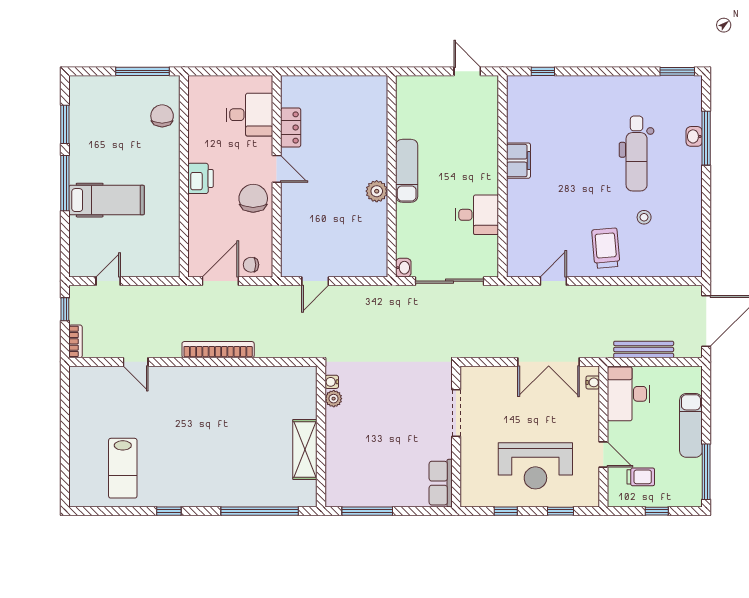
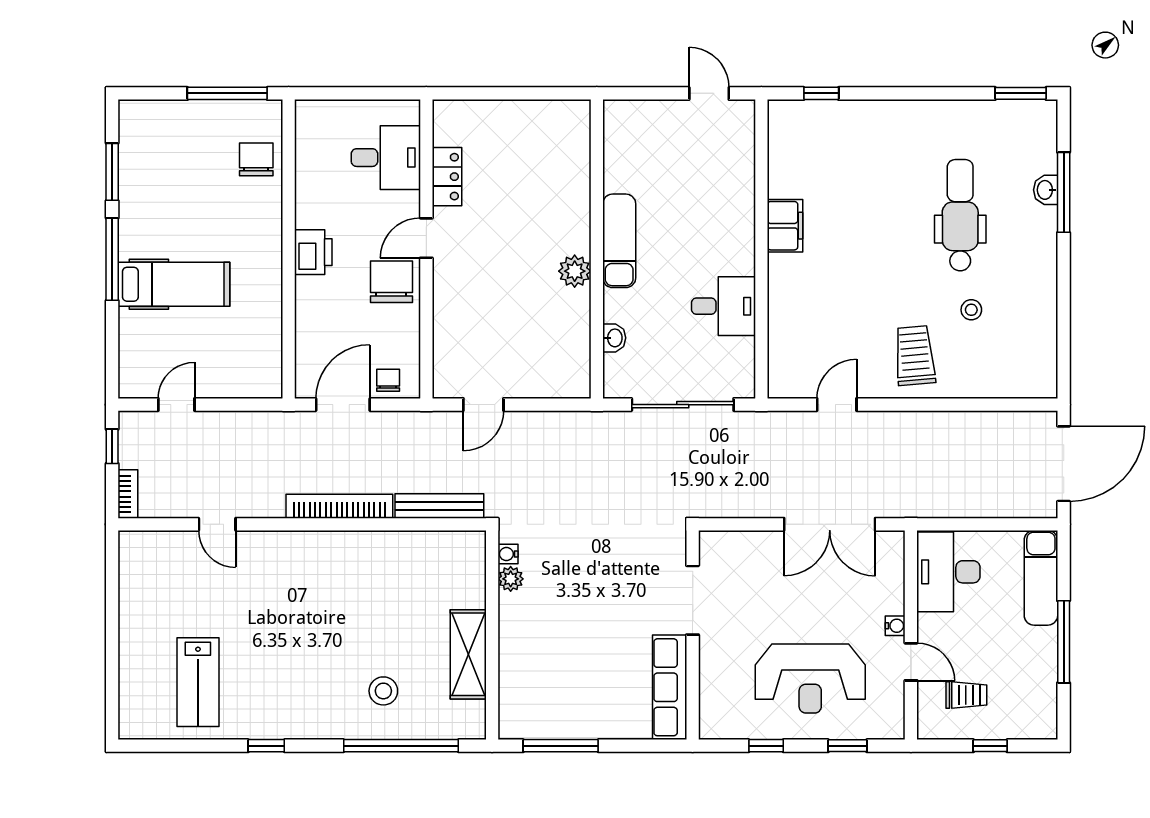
dental chair: (637, 154) -> (960, 215), turned 180
door: (277, 169) -> (426, 238), swing flipped
chair: (251, 265) -> (388, 380), turned 90
washbasin: (403, 268) -> (614, 338), moved
bench: (644, 349) -> (439, 506), moved
water cooler: (593, 382) -> (895, 626), moved
exam couch: (691, 425) -> (1041, 578), moved
window: (706, 472) -> (1064, 642), moved
stool: (248, 474) -> (383, 691), added
row of seats: (441, 483) -> (670, 687), width x1.48

